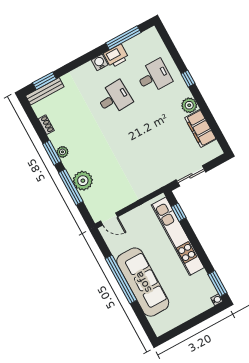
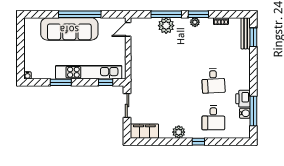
water cooler: (100, 62) -> (245, 113), moved
filing cabinet: (201, 128) -> (144, 131), moved
window: (218, 284) -> (61, 82), moved

